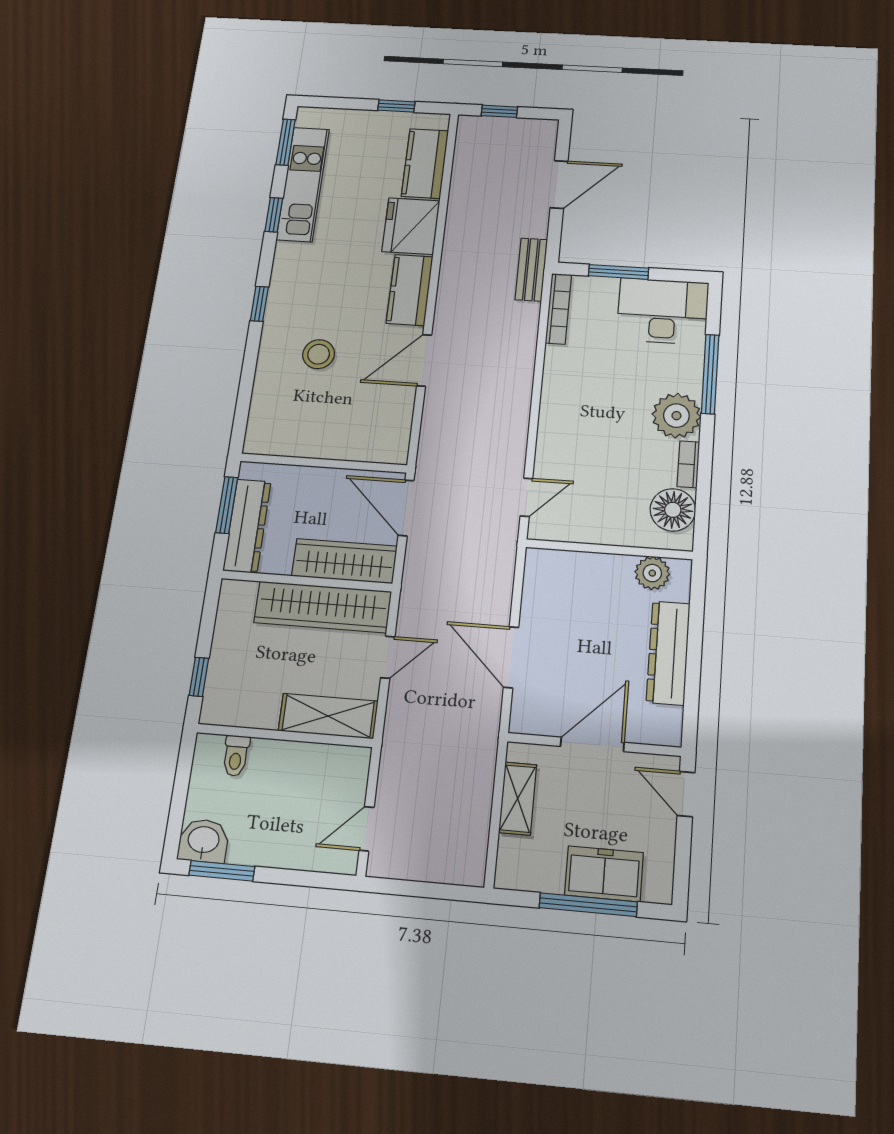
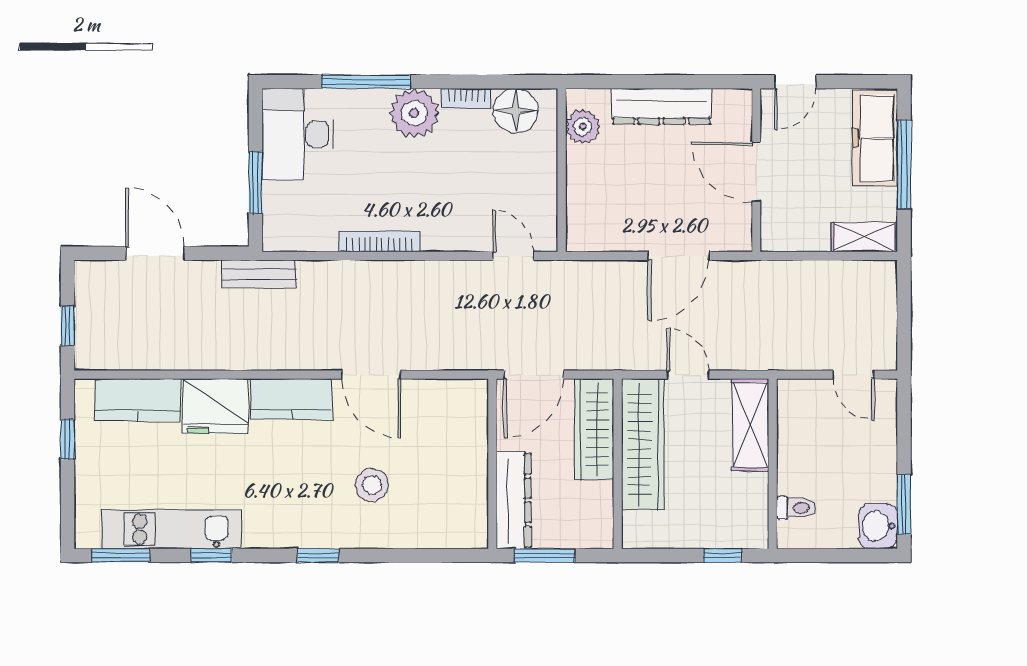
bookcase: (558, 309) -> (379, 242), moved
dresser: (247, 526) -> (514, 500), moved, turned 90
shelving: (518, 799) -> (864, 237), moved
freezer: (604, 874) -> (875, 138), width x1.40

